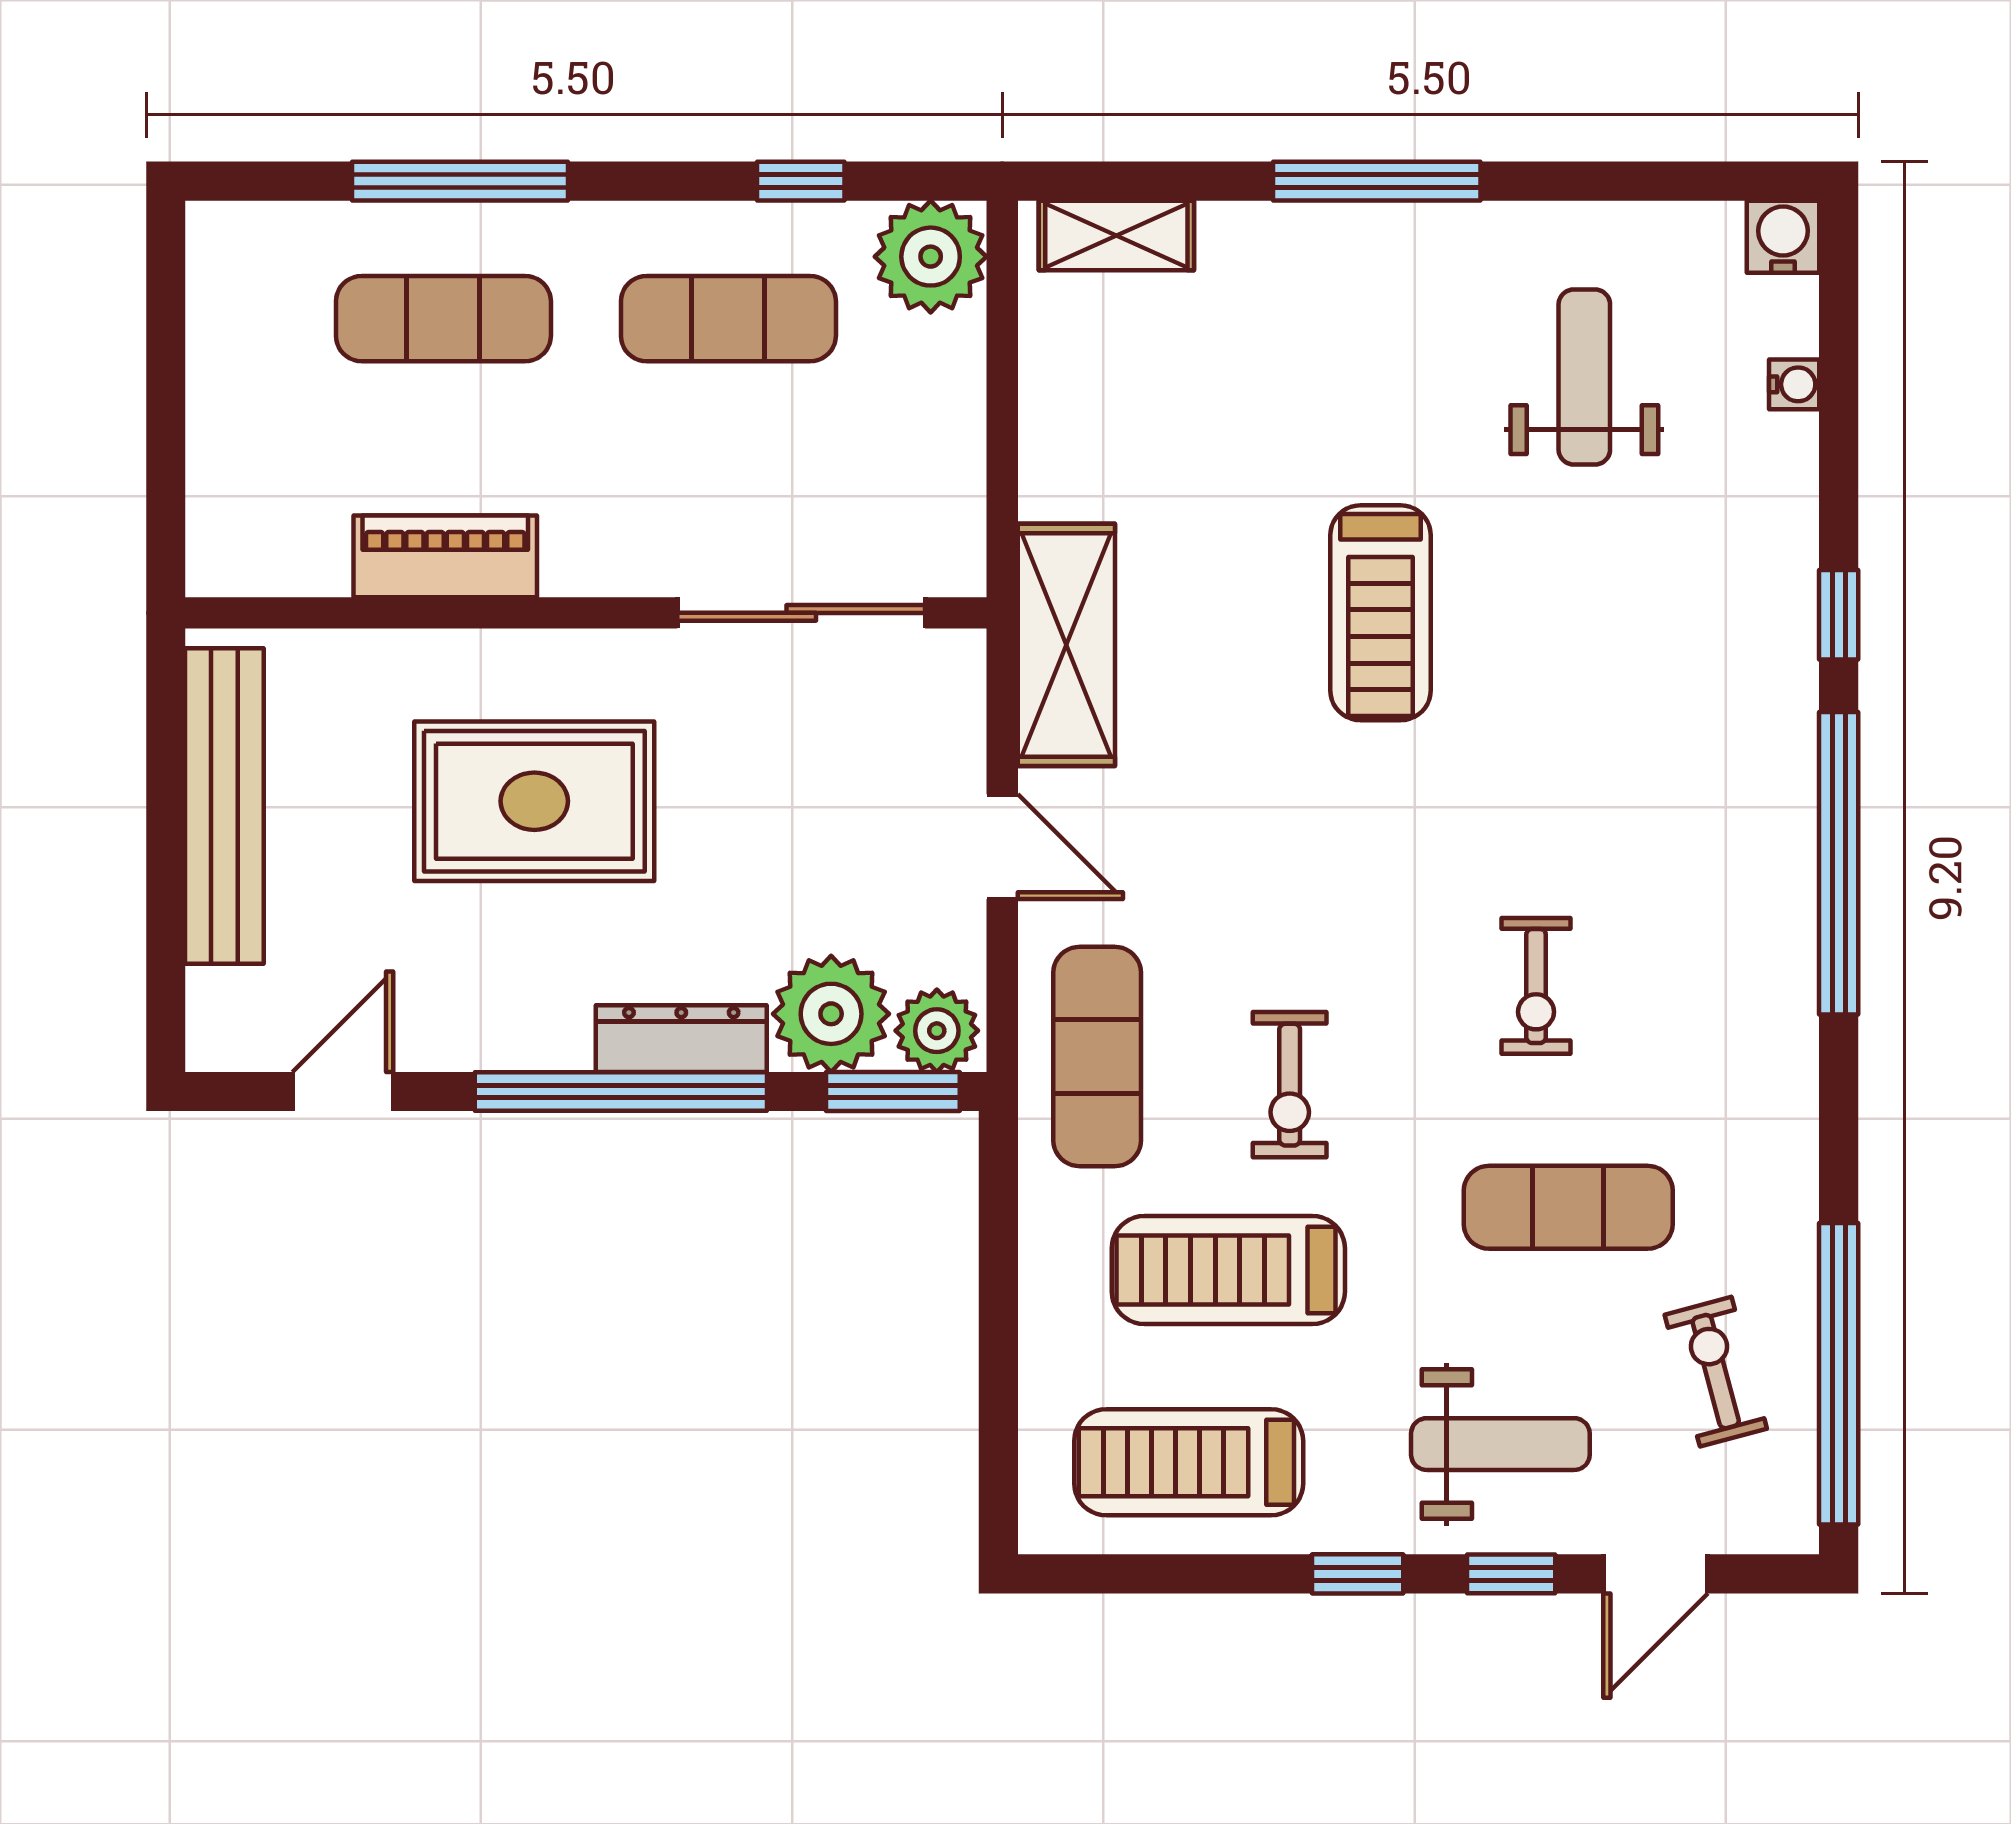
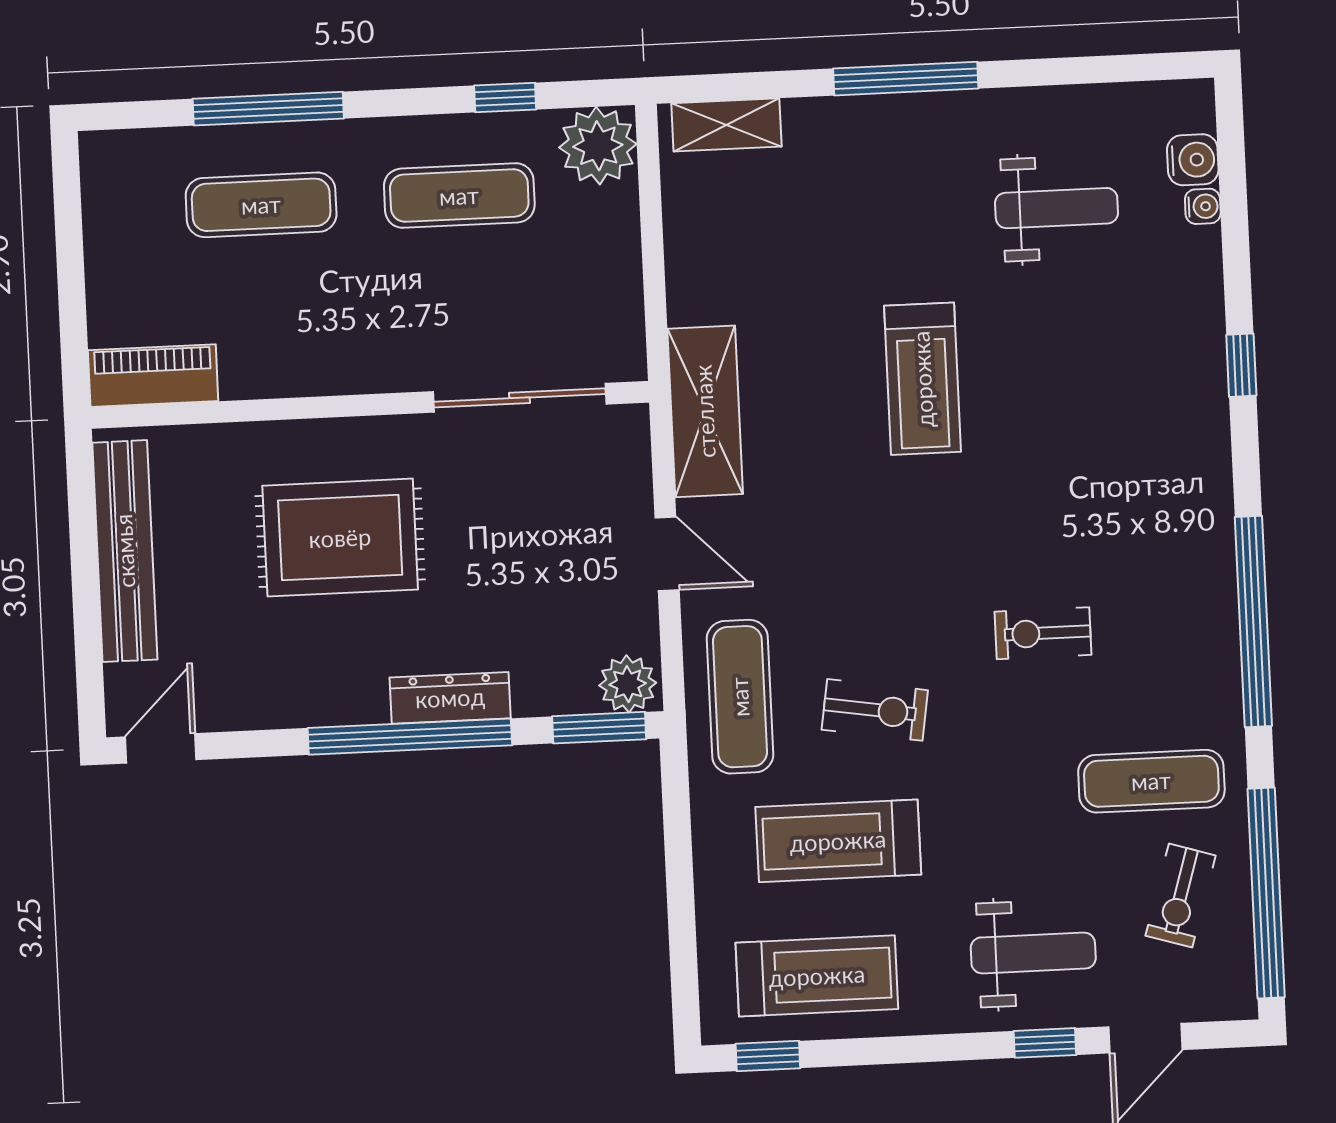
water cooler: (1783, 237) -> (1193, 160), moved, turned 90
weight bench: (1584, 377) -> (1057, 208), turned 90
piano: (445, 556) -> (153, 376), moved
window: (1839, 863) -> (1253, 622), moved
exercise bike: (1536, 986) -> (1043, 633), turned 90
plant: (831, 1014) -> (554, 676), removed
exercise bike: (1290, 1085) -> (875, 710), turned -81
door: (343, 1091) -> (161, 748), moved
exercise mat: (1568, 1207) -> (1151, 781), moved
exercise bike: (1716, 1372) -> (1181, 896), turned -148
treadmill: (1189, 1462) -> (817, 976), turned 180
window: (1358, 1574) -> (768, 1056), moved

